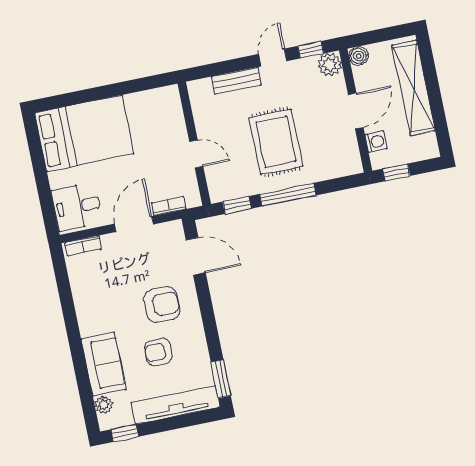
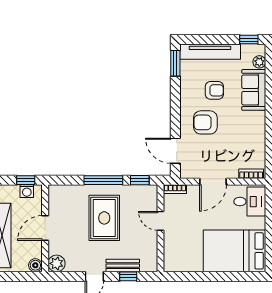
window: (311, 50) -> (128, 276), moved
washing machine: (376, 142) -> (27, 191), moved, turned -90
bookcase: (169, 206) -> (175, 189), moved

